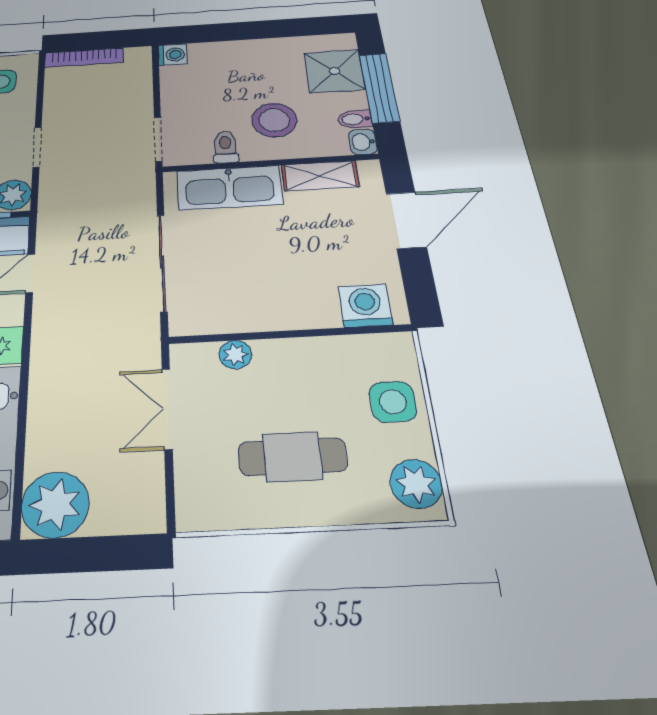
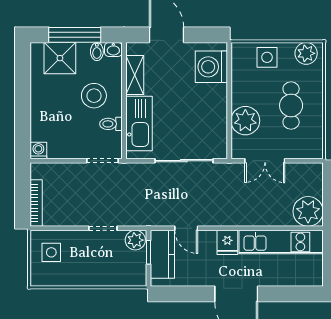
washing machine: (365, 306) -> (211, 67), width x1.37, depth x1.37
plant: (235, 355) -> (245, 121), width x1.88, depth x1.88

